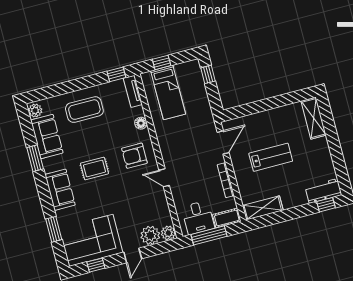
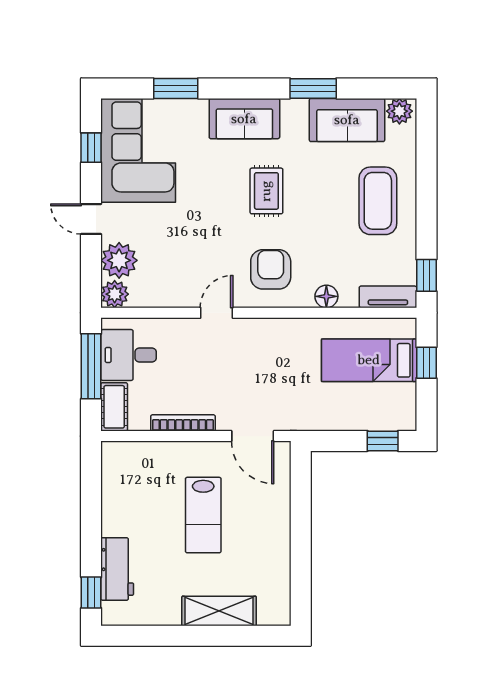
shelving: (313, 118) -> (219, 611), moved
workbench: (323, 191) -> (117, 569), moved
shelving: (263, 208) -> (115, 477), removed

